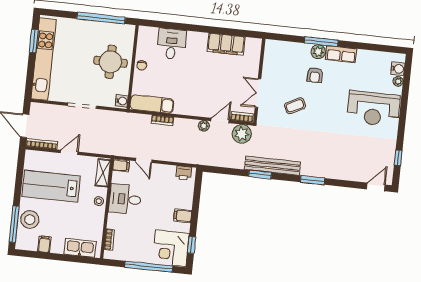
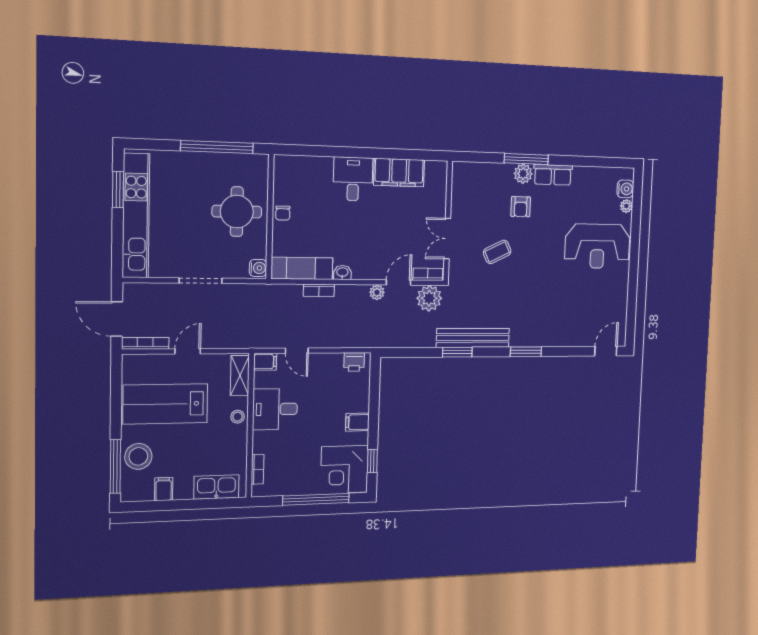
desk: (172, 44) -> (353, 179), moved
washbasin: (180, 110) -> (342, 272), added
window: (398, 158) -> (631, 309), removed

